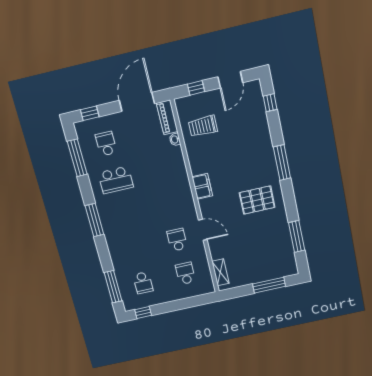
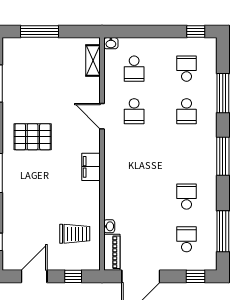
school desk: (106, 144) -> (187, 239), turned 180
school desk: (116, 180) -> (187, 197), width x0.54
school desk: (134, 249) -> (187, 111), added
window: (113, 287) -> (223, 93), moved
washbasin: (209, 289) -> (111, 43), added

